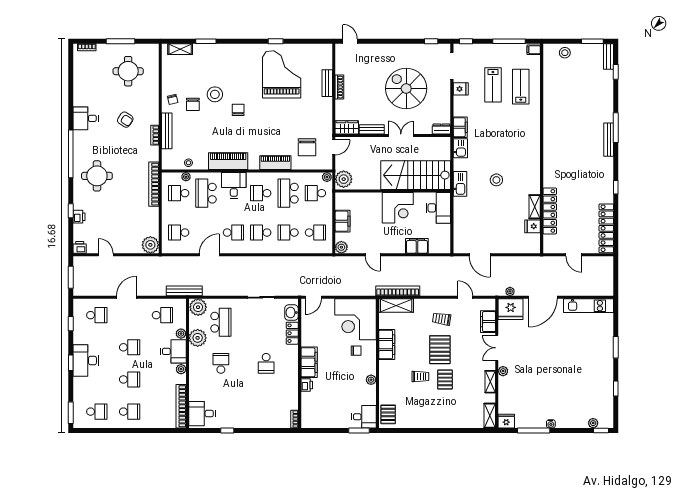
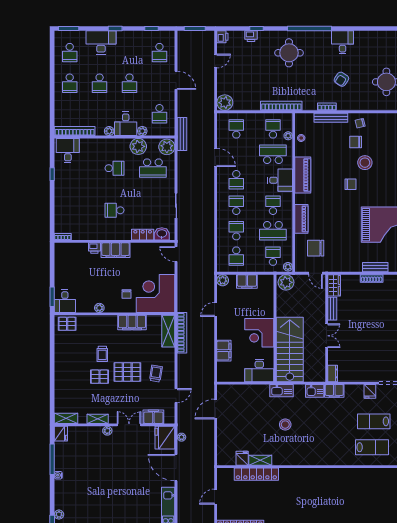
spiral stairs: (406, 89) -> (370, 341), removed
school desk: (288, 193) -> (273, 231), turned 180
desk: (86, 360) -> (101, 42), moved

